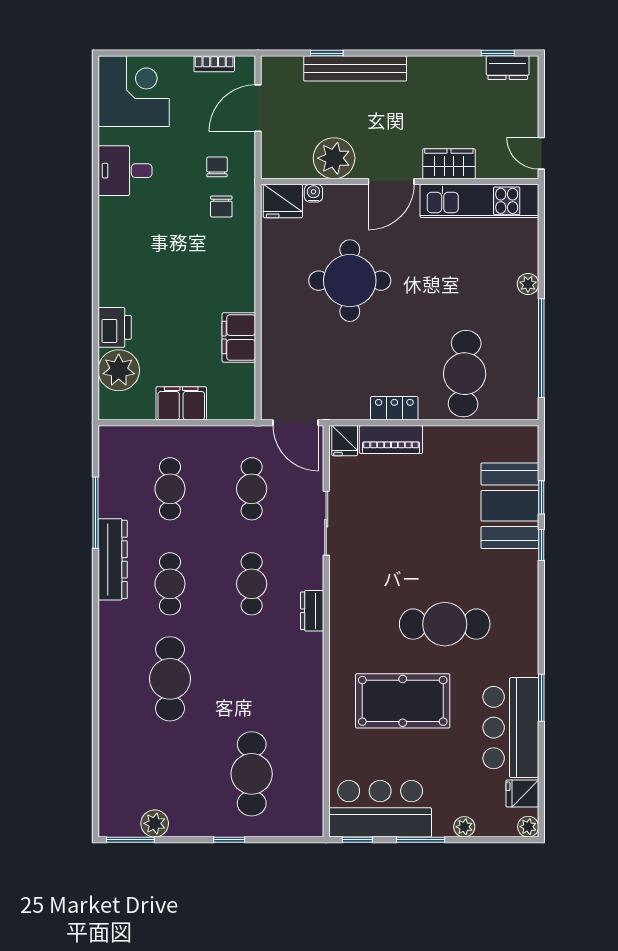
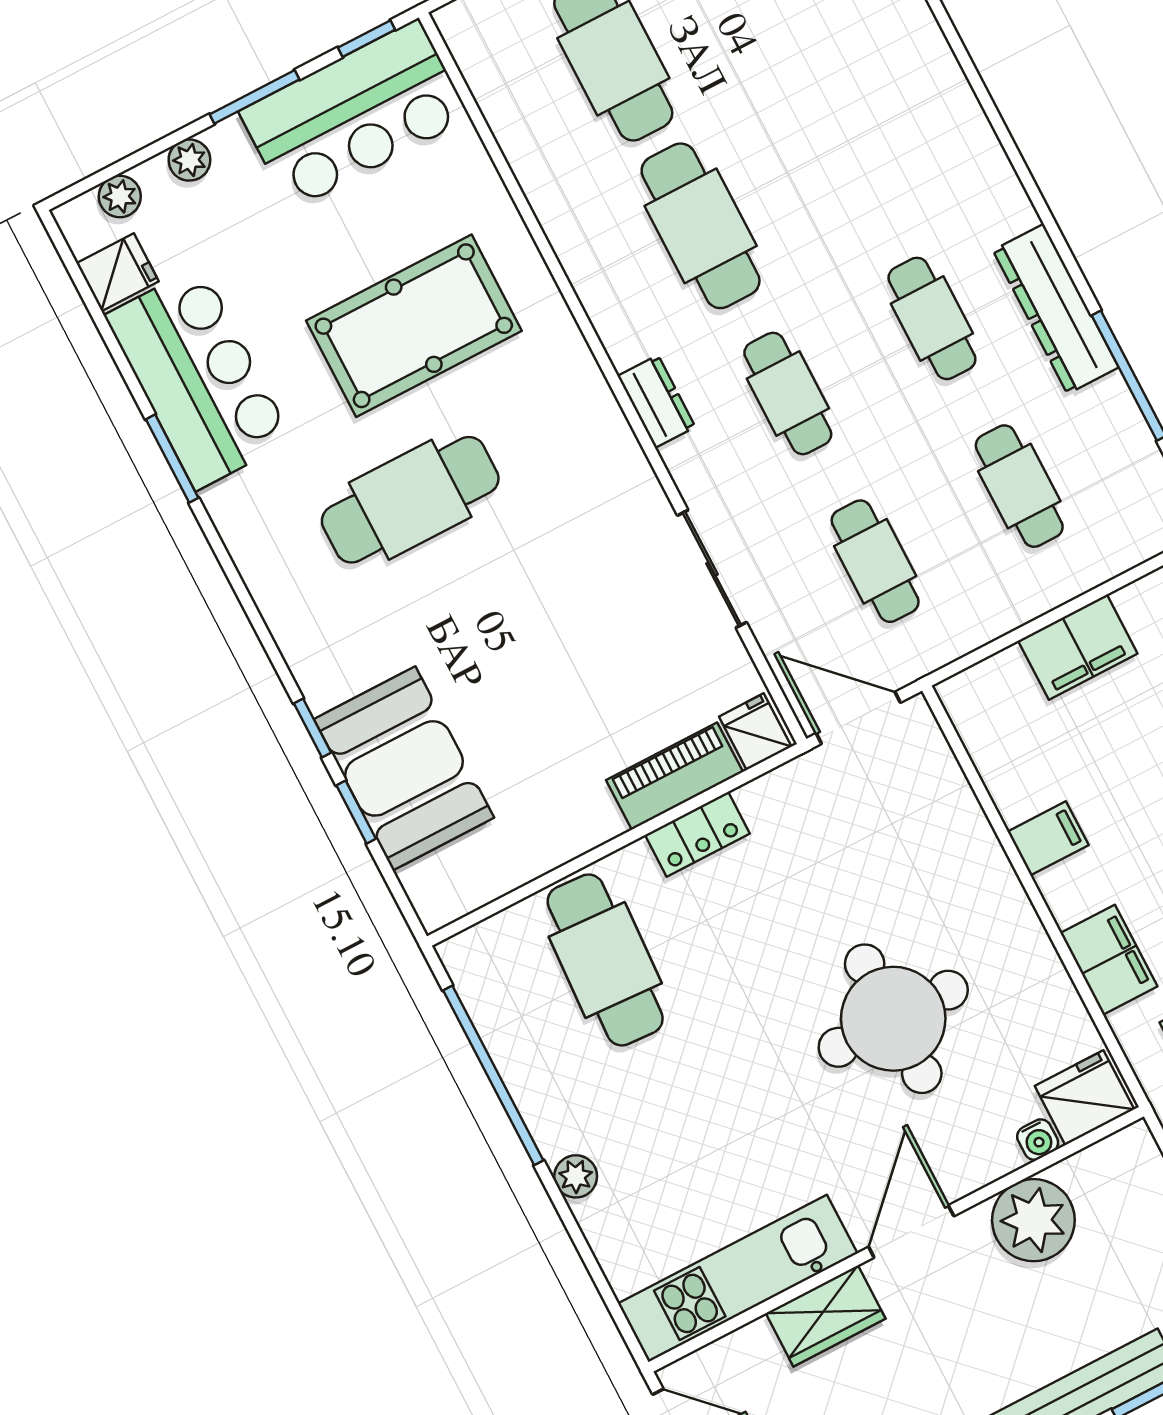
filing cabinet: (240, 257) -> (1109, 960), added
filing cabinet: (239, 338) -> (1048, 838), width x0.50
cafe table: (170, 679) -> (701, 226), moved
plant: (528, 827) -> (120, 196), moved

